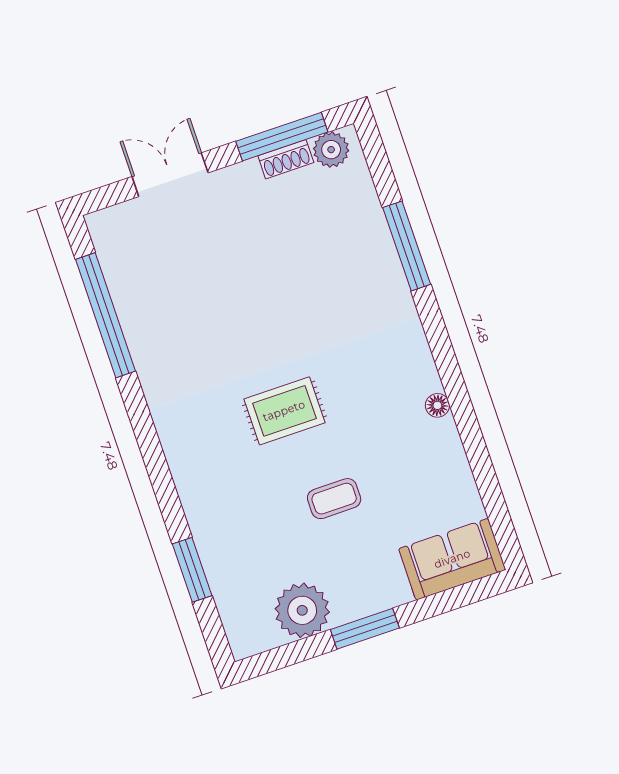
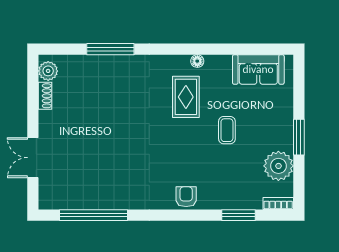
window: (282, 137) -> (33, 94), removed
rug: (284, 411) -> (186, 97), moved
armchair: (193, 467) -> (186, 197), added
sofa: (452, 559) -> (258, 69), moved, turned -90
bookcase: (236, 632) -> (278, 203), added

